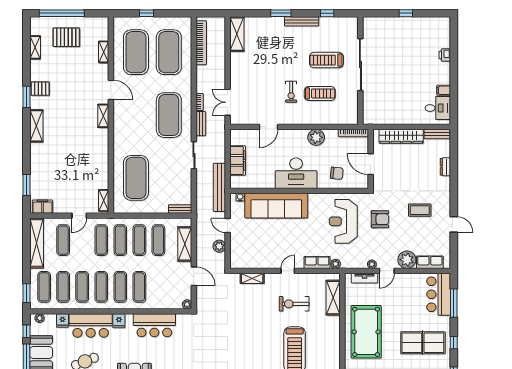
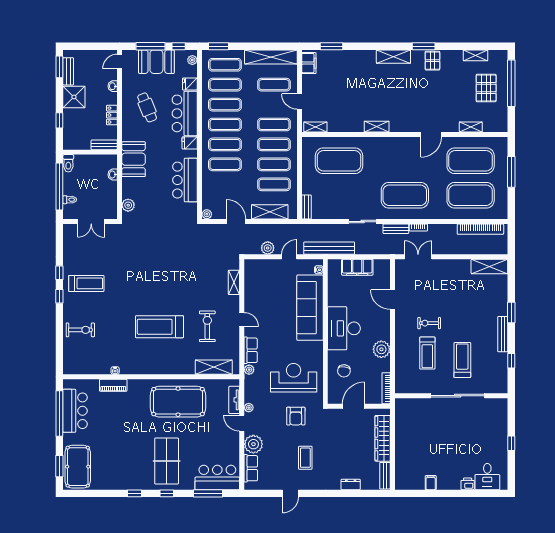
window: (147, 13) -> (511, 172), width x2.17
desk: (438, 108) -> (487, 477), moved
shelving: (103, 116) -> (377, 127), moved
door: (194, 276) -> (236, 222), swing flipped

